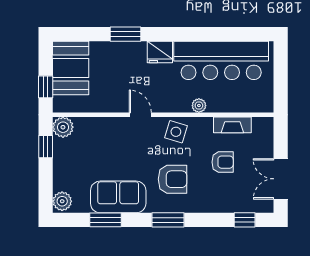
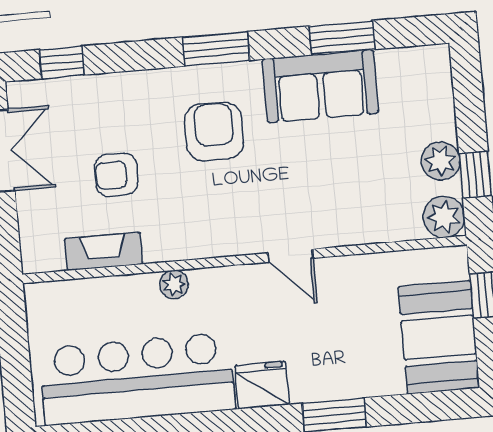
side table: (176, 132) -> (216, 228), removed
armchair: (173, 179) -> (214, 131), turned 90
plant: (62, 201) -> (441, 161), moved

